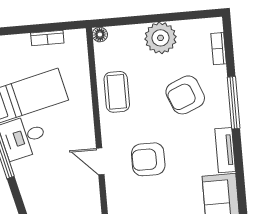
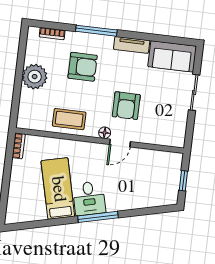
floor lamp: (100, 35) -> (105, 133), moved
bookcase: (47, 38) -> (19, 146), moved
armchair: (185, 95) -> (83, 67), turned -68

